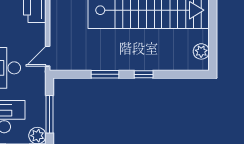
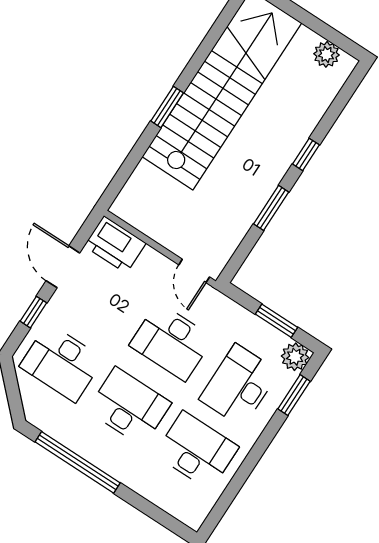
window: (49, 114) -> (276, 321), width x0.69

